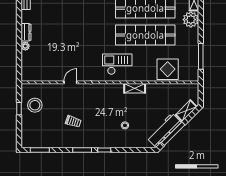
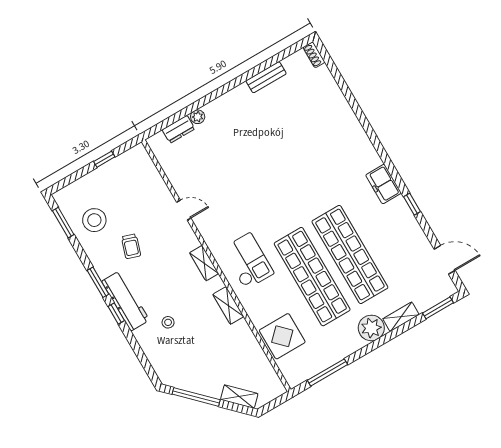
dresser: (26, 32) -> (178, 129), moved
shelving: (105, 88) -> (204, 263), added
stool: (35, 105) -> (94, 220), moved
workbench: (164, 130) -> (125, 301), moved, turned 45

